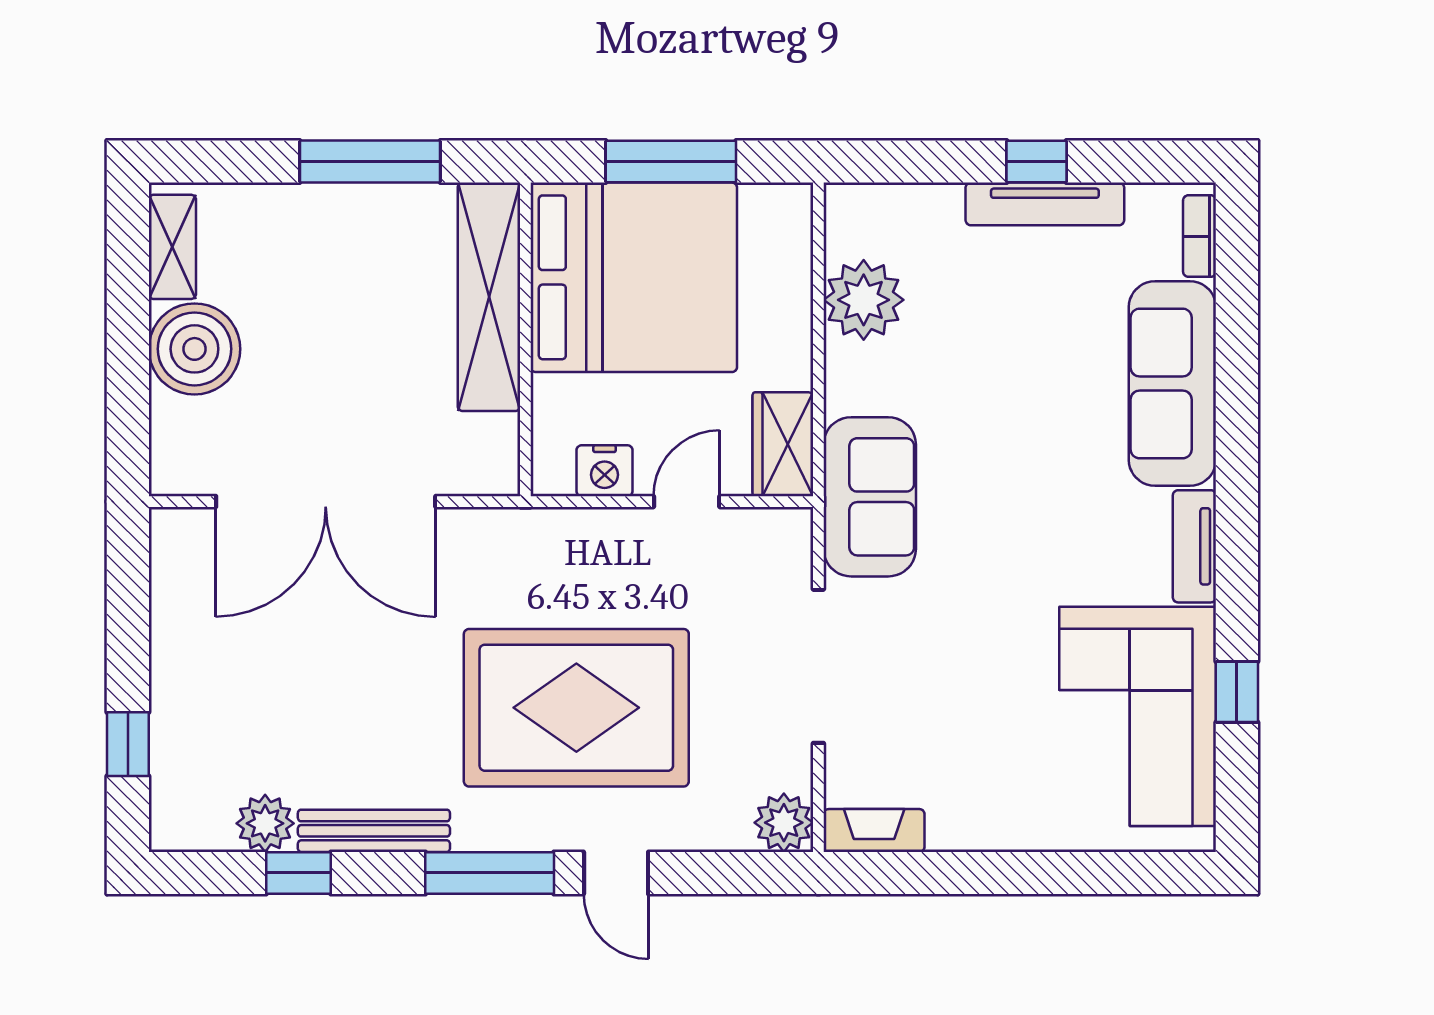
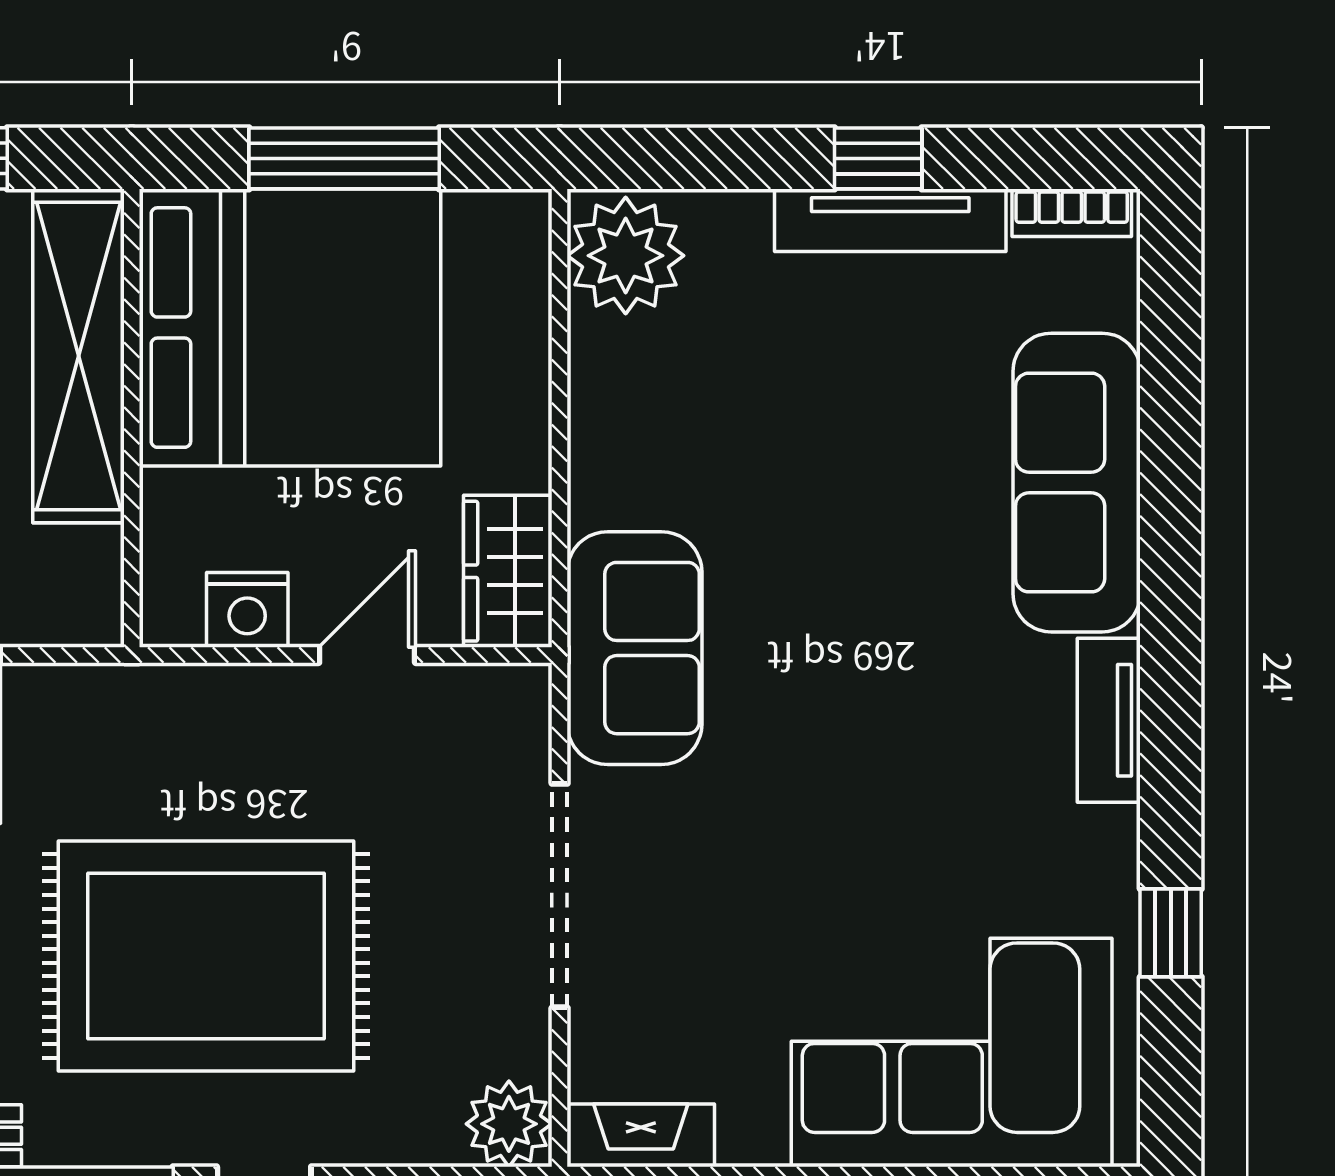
bookcase: (1200, 236) -> (1072, 213), moved, turned -90
plant: (864, 300) -> (626, 256), moved
corner sofa: (1138, 716) -> (952, 1053), moved, turned 90

